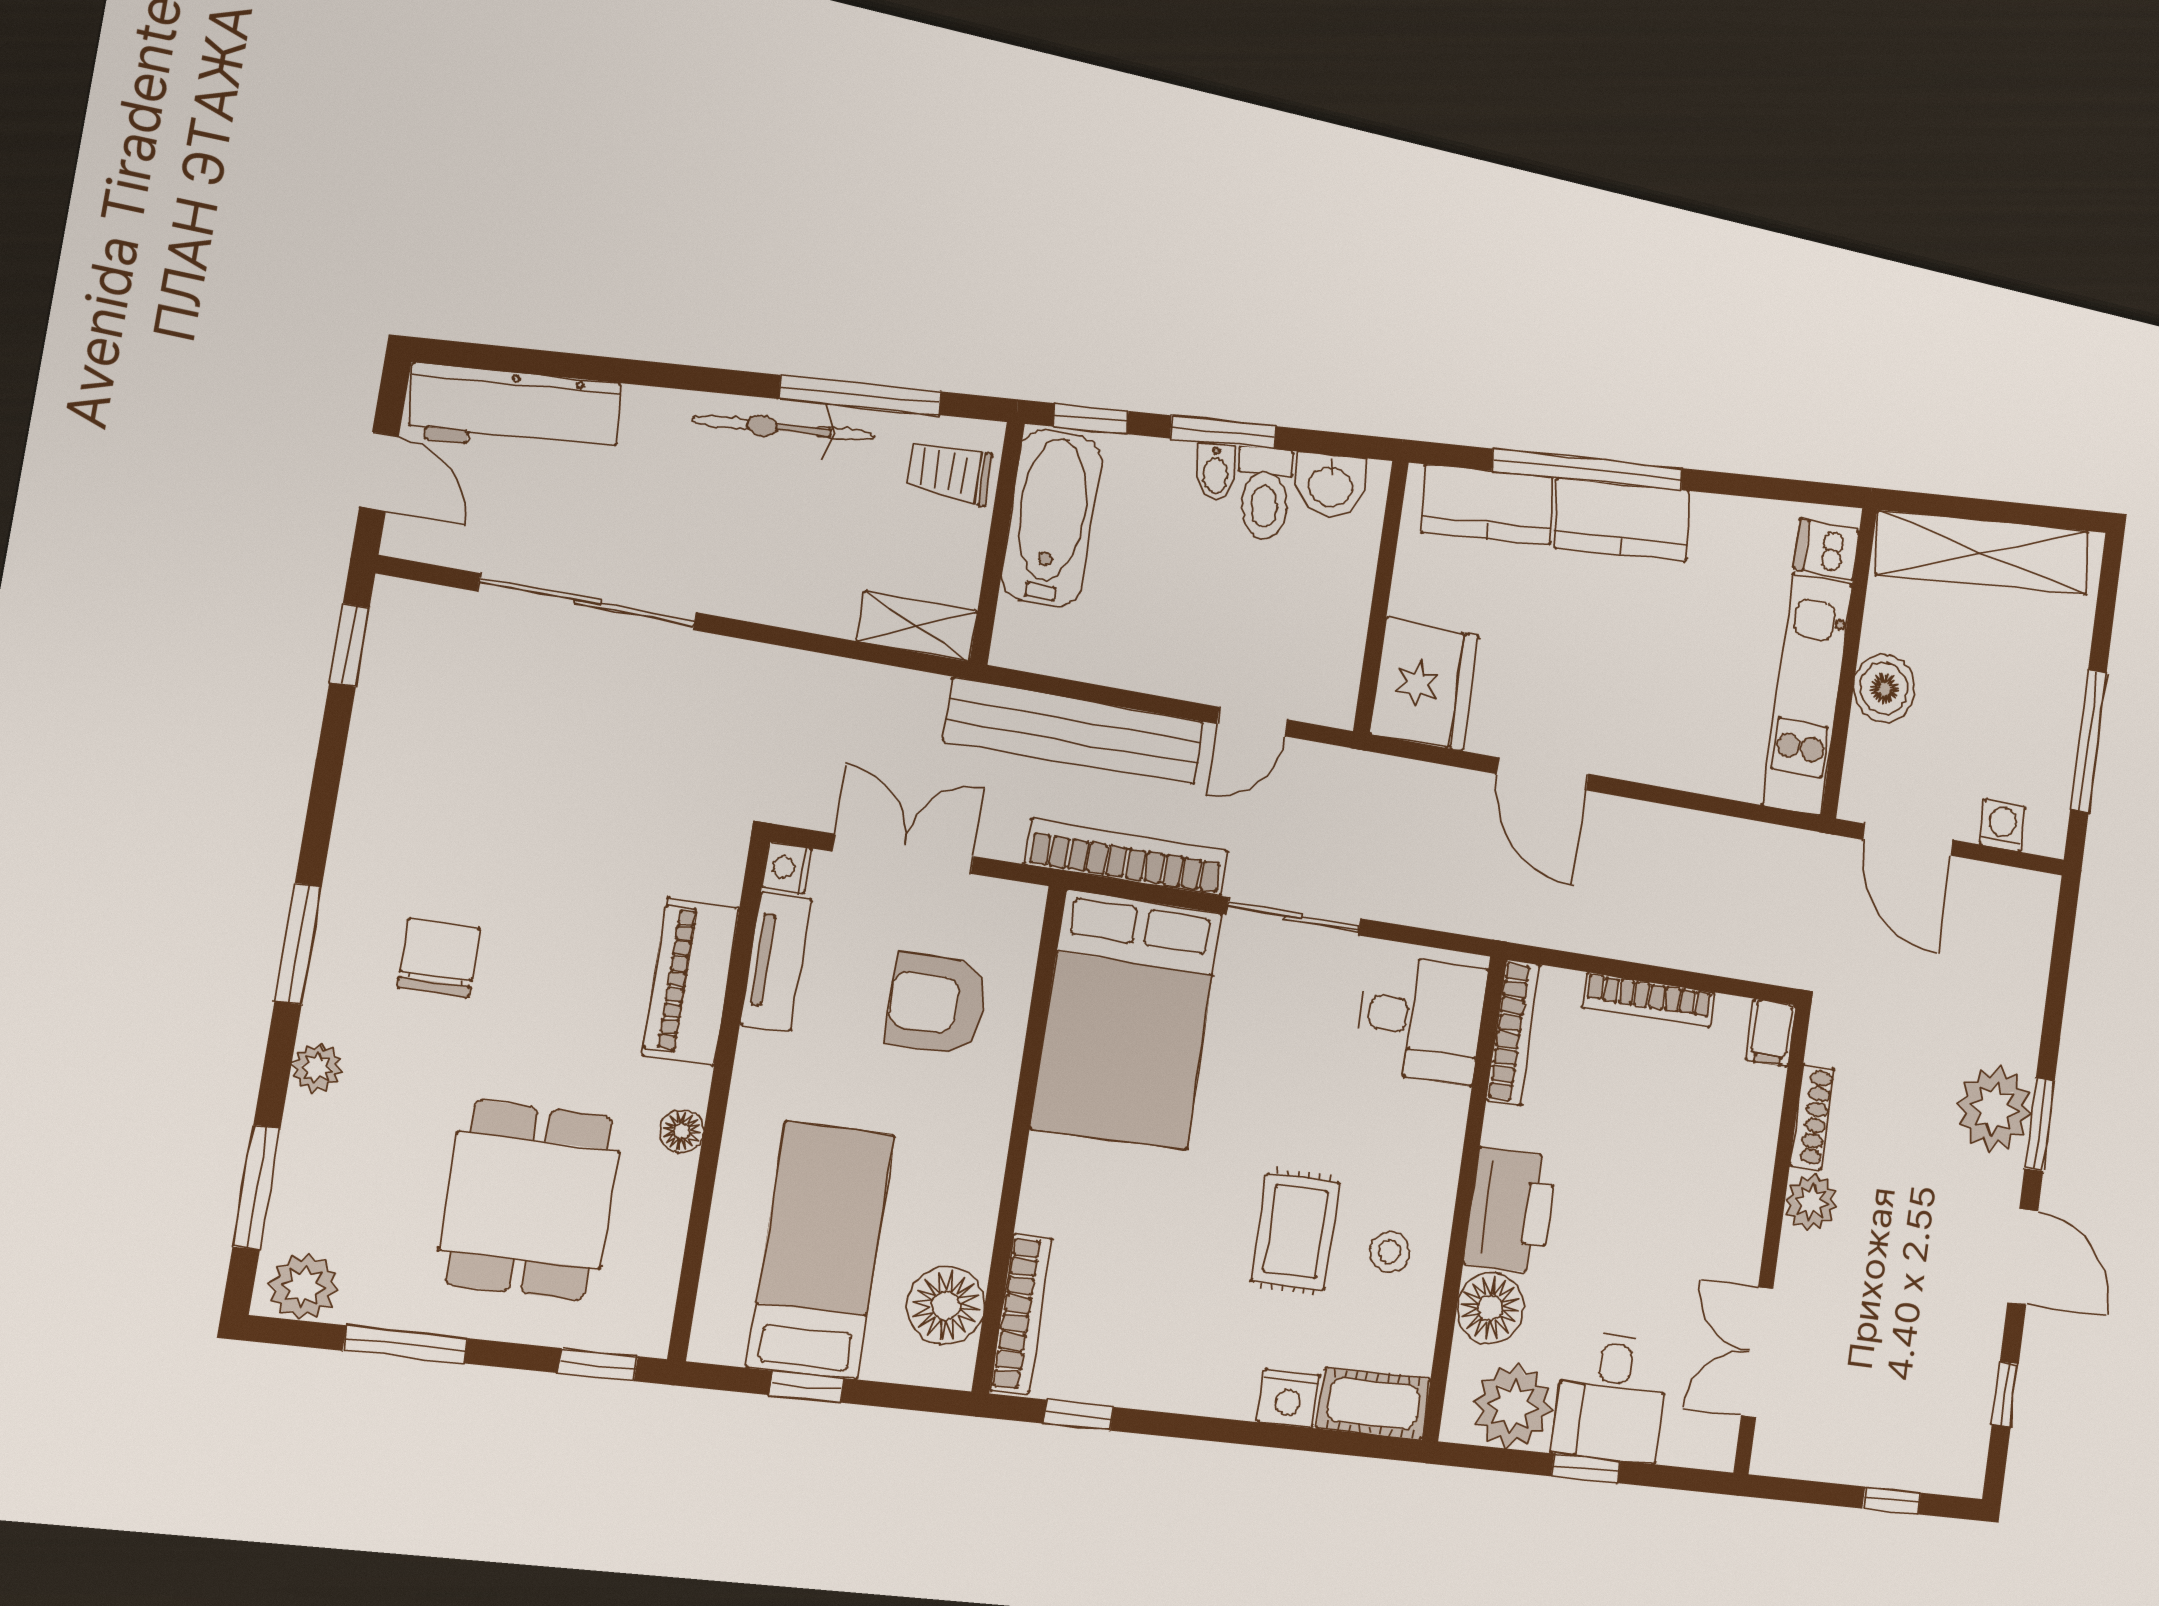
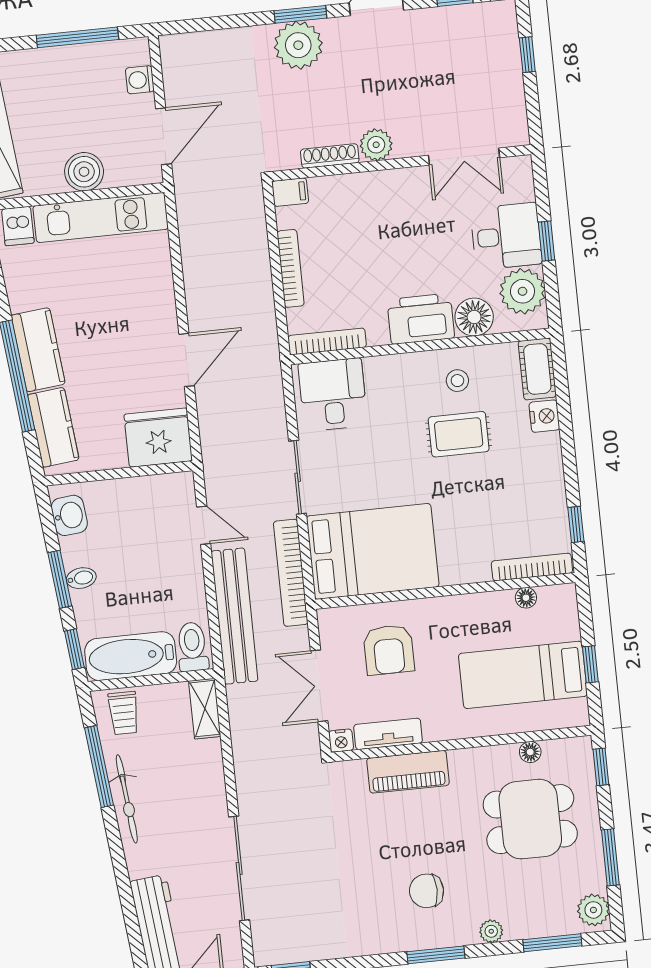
toilet: (1265, 494) -> (192, 647), moved, turned -84
floor lamp: (682, 1131) -> (530, 752), moved
floor lamp: (946, 1306) -> (526, 598), width x0.53, depth x0.53

